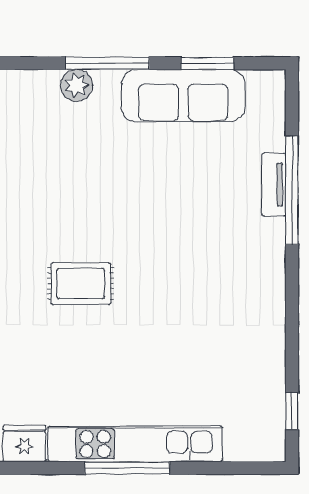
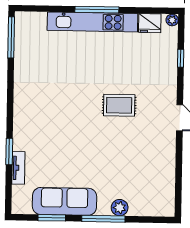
tv unit: (274, 185) -> (18, 168), moved
window: (292, 190) -> (9, 152), width x0.47
window: (292, 411) -> (11, 37), width x2.17

